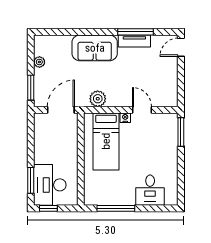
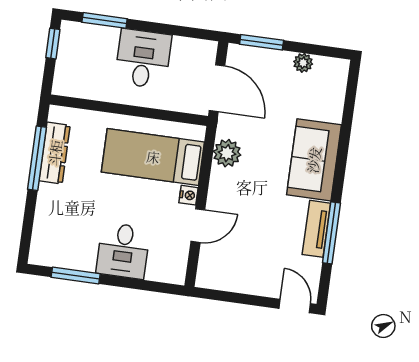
window: (181, 132) -> (76, 276), moved
desk: (50, 185) -> (143, 59), moved, width x0.73
desk: (150, 190) -> (123, 251), moved, turned -90
dresser: (112, 199) -> (55, 153), added

